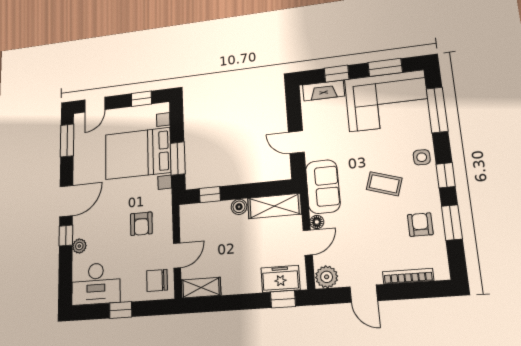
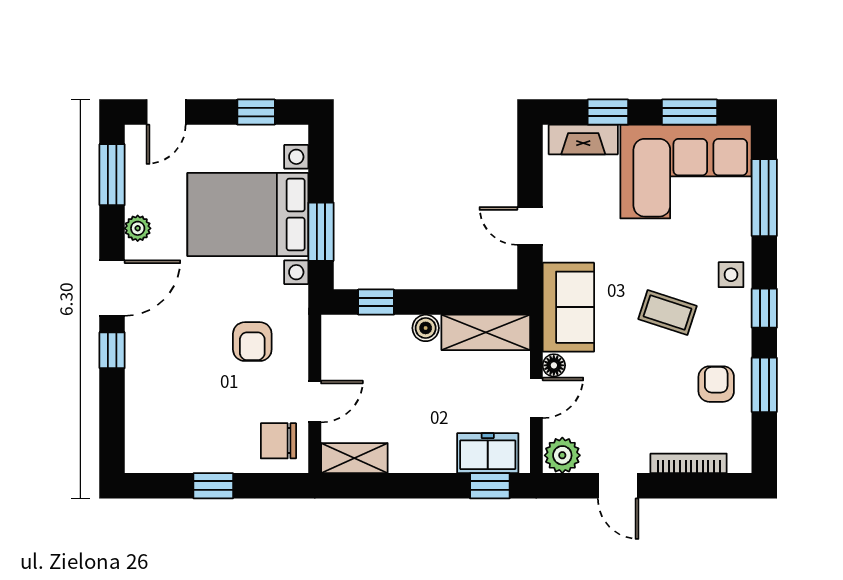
plant: (79, 246) -> (138, 228), moved
desk: (96, 284) -> (169, 439), removed

